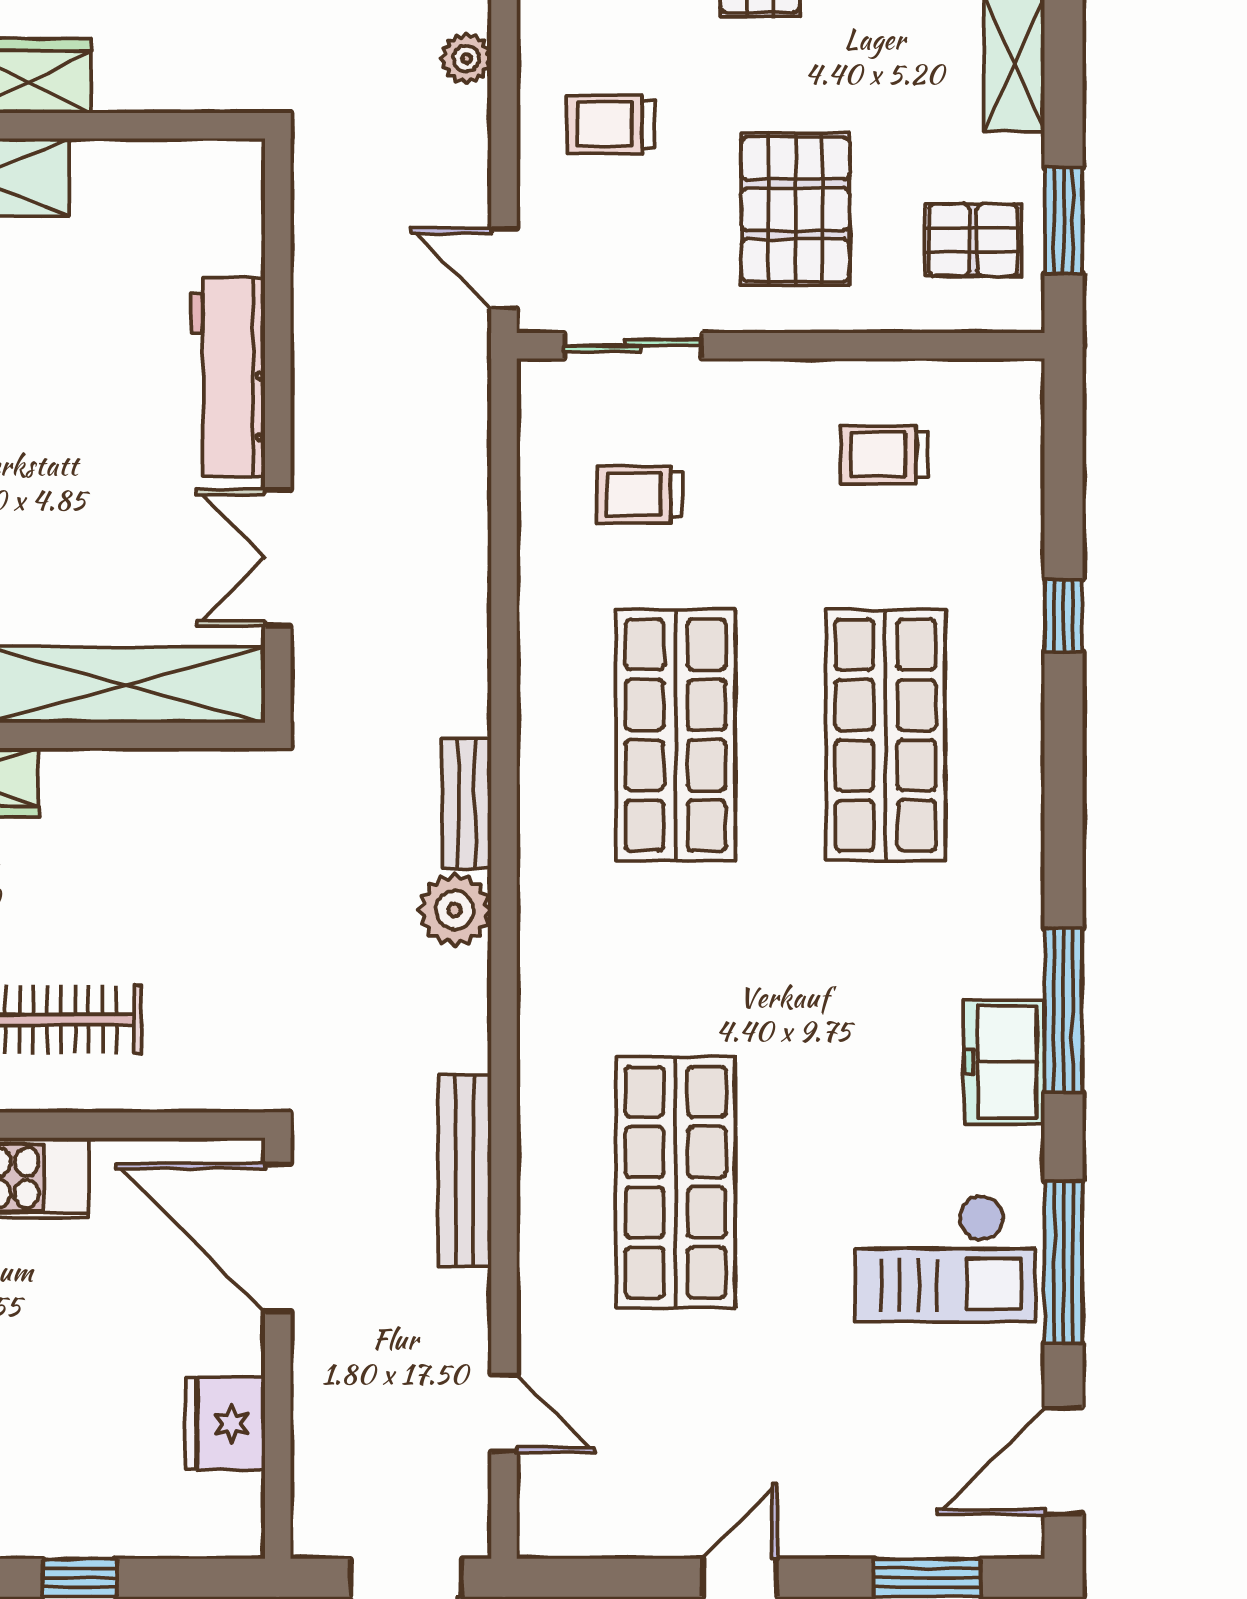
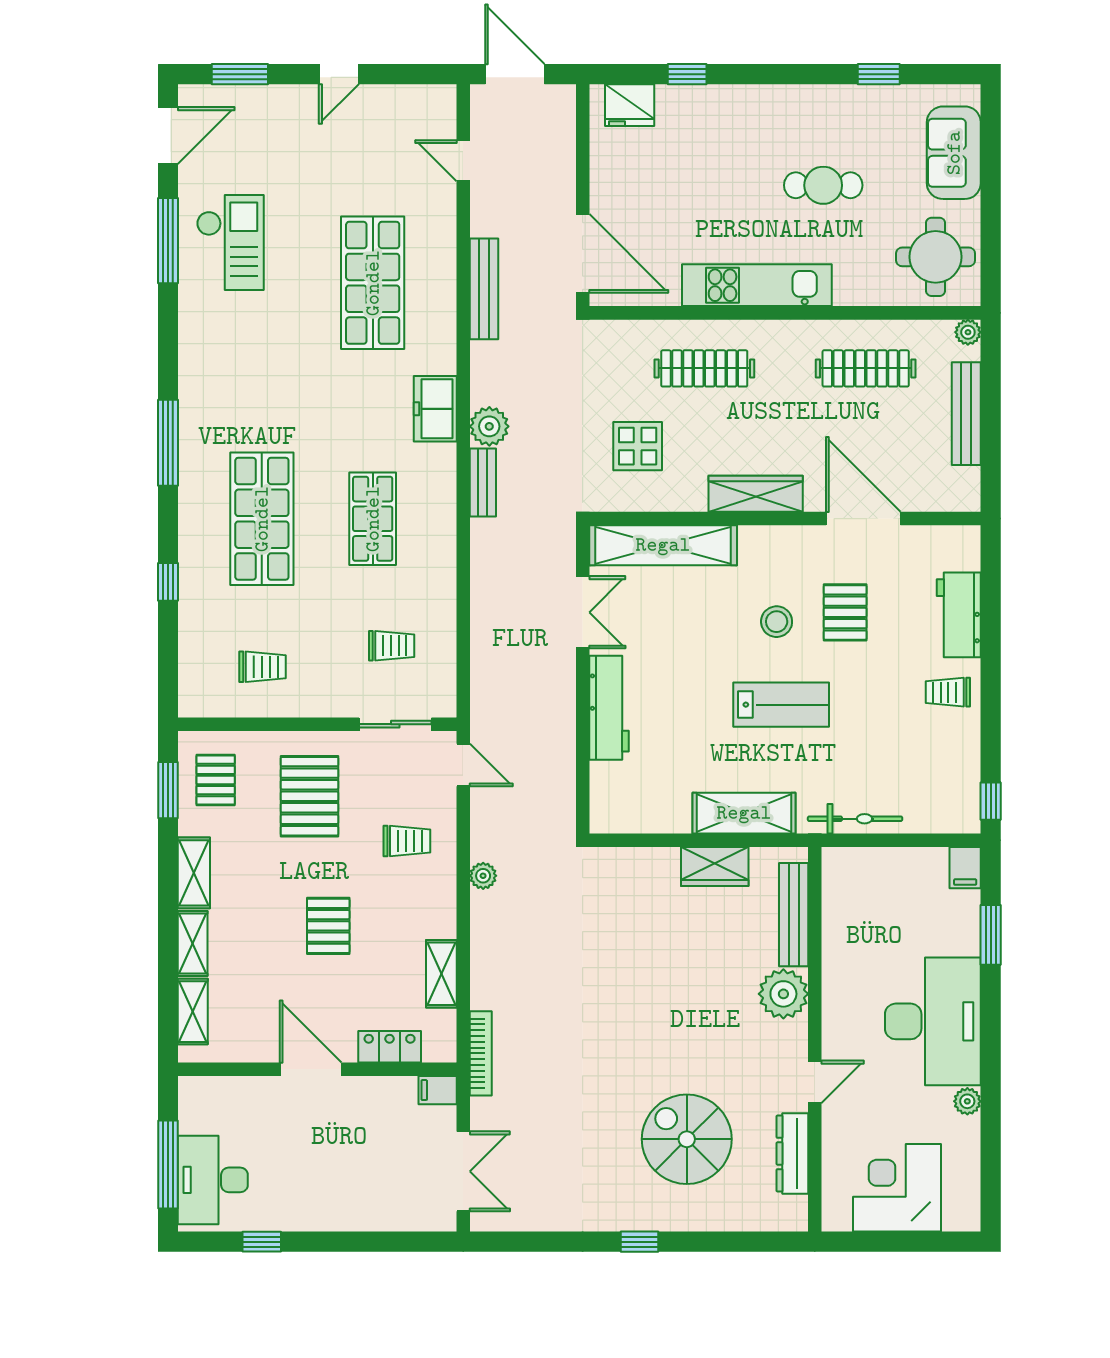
pallet: (973, 240) -> (216, 780), turned 90
shop shelf: (676, 735) -> (373, 519), width x0.70, depth x0.74
display table: (173, 873) -> (638, 446), added
window: (1063, 1011) -> (168, 443), moved
freezer: (1004, 1062) -> (435, 409), moved, turned 180
checkout: (945, 1259) -> (230, 242), turned 90
fridge: (225, 1424) -> (630, 105), moved, turned 90

